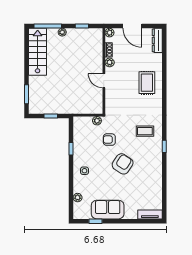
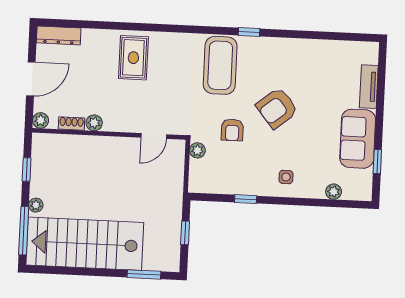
stairs: (38, 52) -> (85, 244), width x1.36, depth x1.51
door: (104, 81) -> (154, 136), moved
rug: (147, 83) -> (133, 58), turned 90
coffee table: (145, 131) -> (220, 65), width x1.86, depth x1.72
armchair: (123, 164) -> (277, 108), turned -73
tv unit: (150, 214) -> (369, 87), moved

